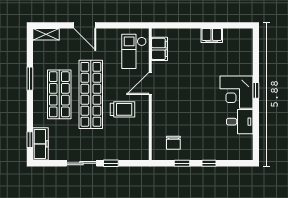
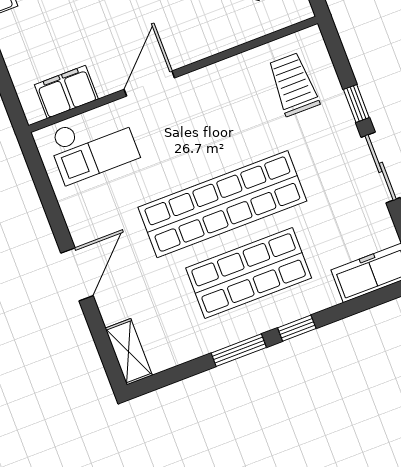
door: (150, 83) -> (149, 84), swing flipped
trolley: (123, 109) -> (293, 84), moved
window: (30, 140) -> (297, 328), moved

